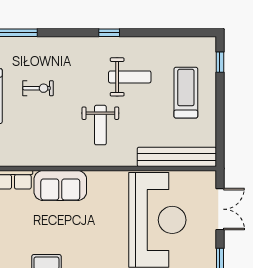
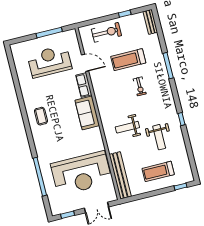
treadmill: (186, 93) -> (158, 171), turned 180

